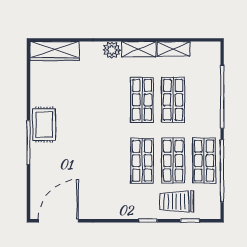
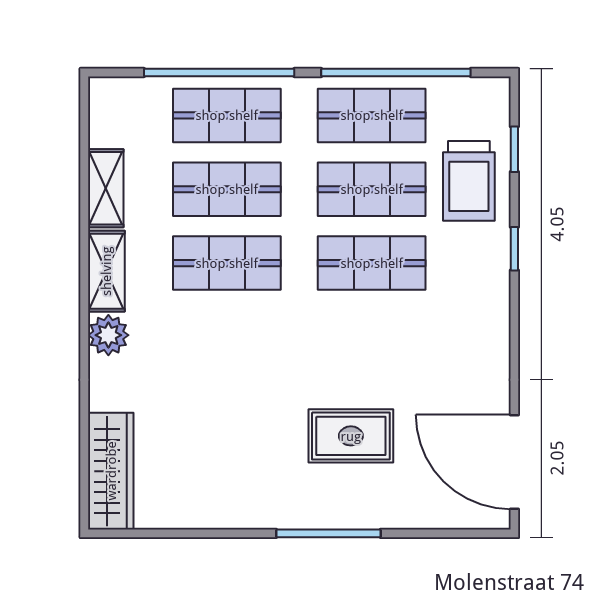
shop shelf: (204, 100) -> (227, 115), added
rug: (44, 125) -> (351, 436), moved

